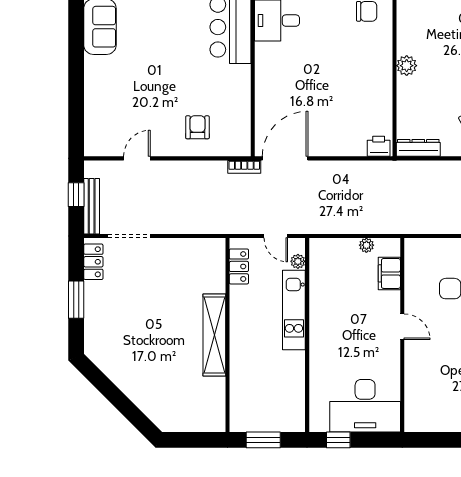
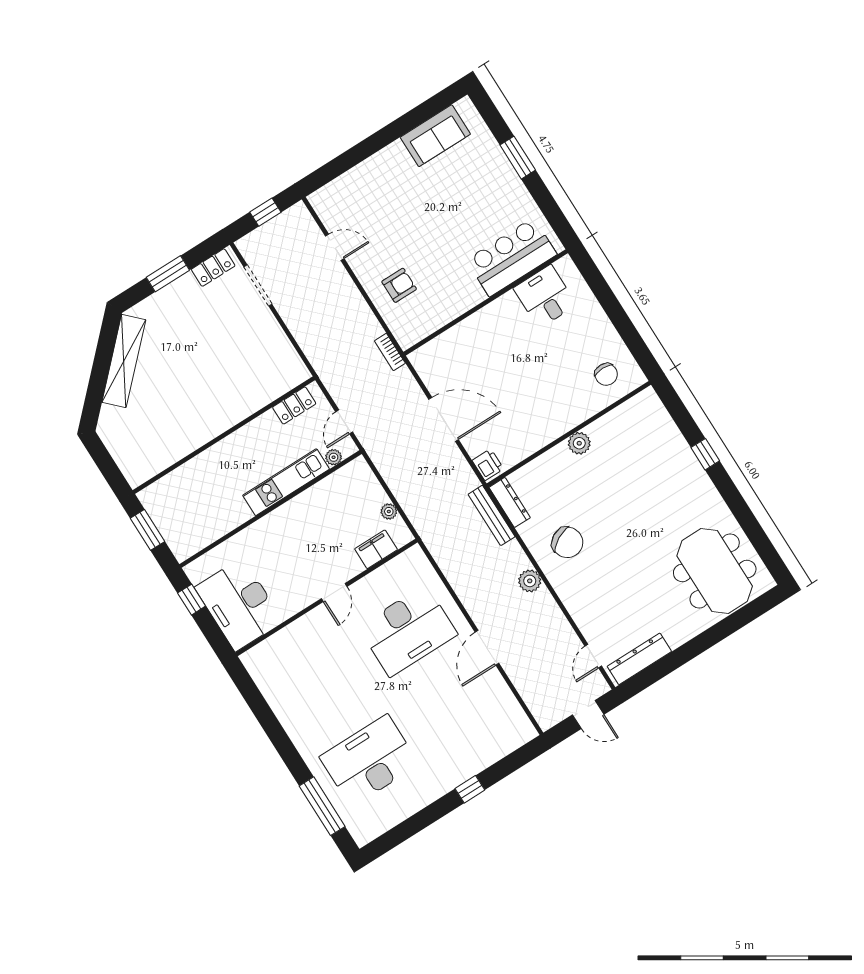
door: (285, 158) -> (444, 419), moved
bench: (92, 206) -> (492, 515), moved, turned 90
shelving: (214, 335) -> (124, 361), moved, turned -45

